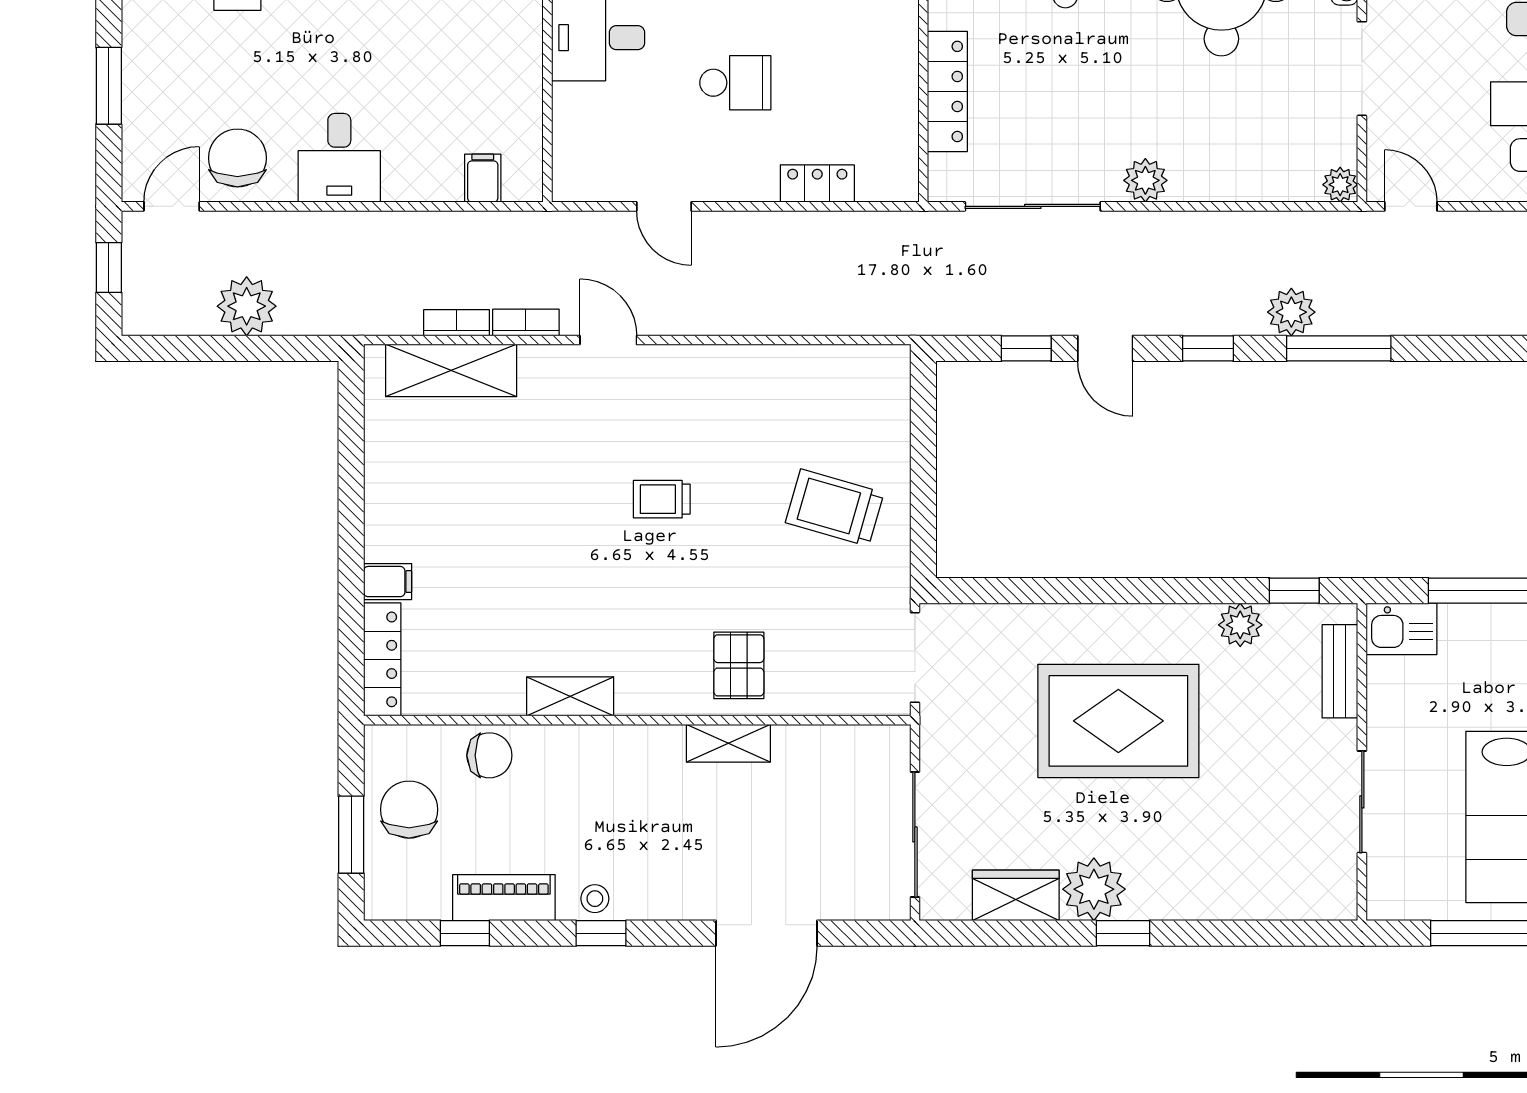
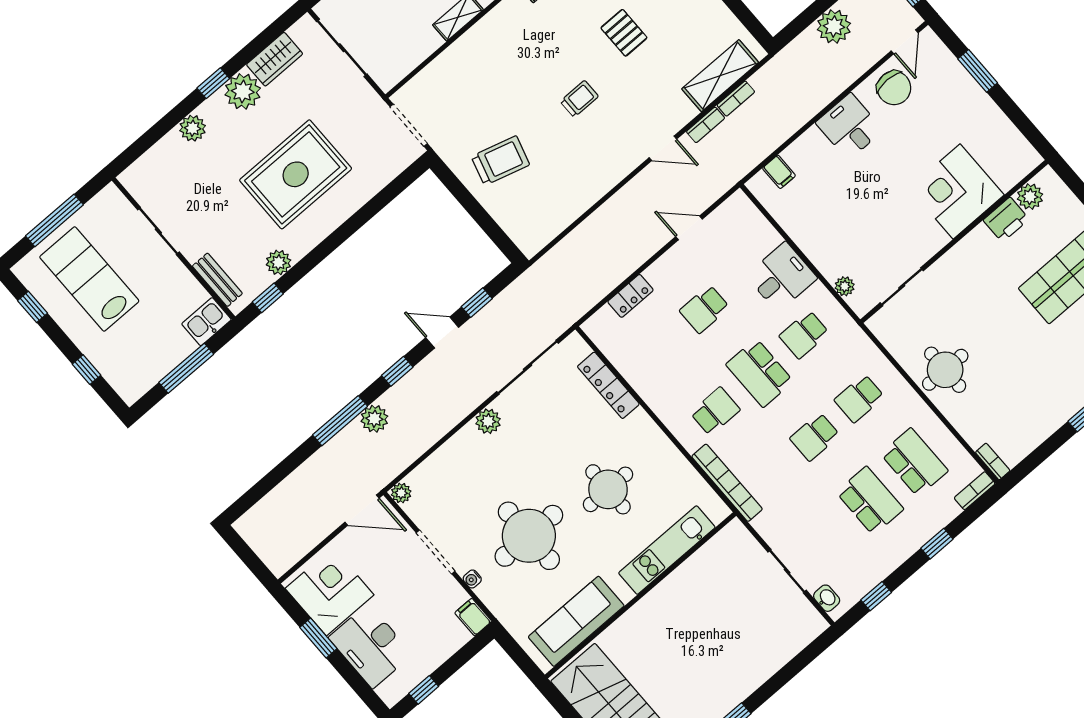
door: (1411, 206) -> (362, 510), width x1.38
pallet: (739, 665) -> (624, 33), moved
plant: (1201, 898) -> (193, 128), added

